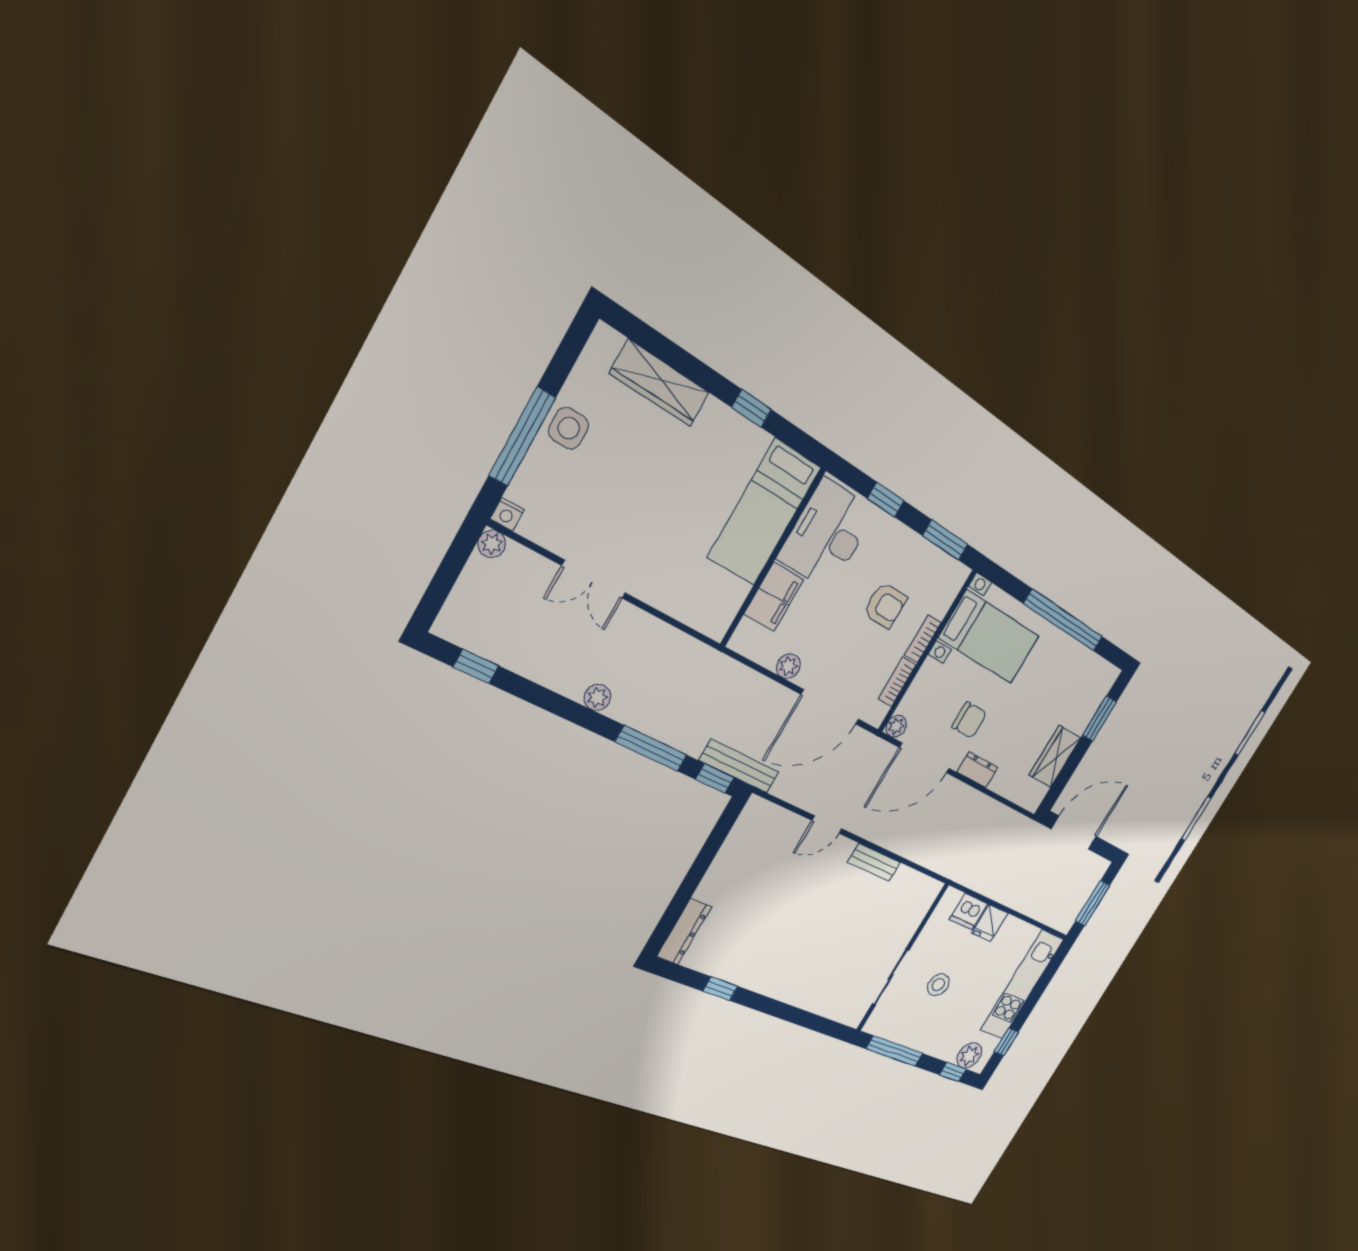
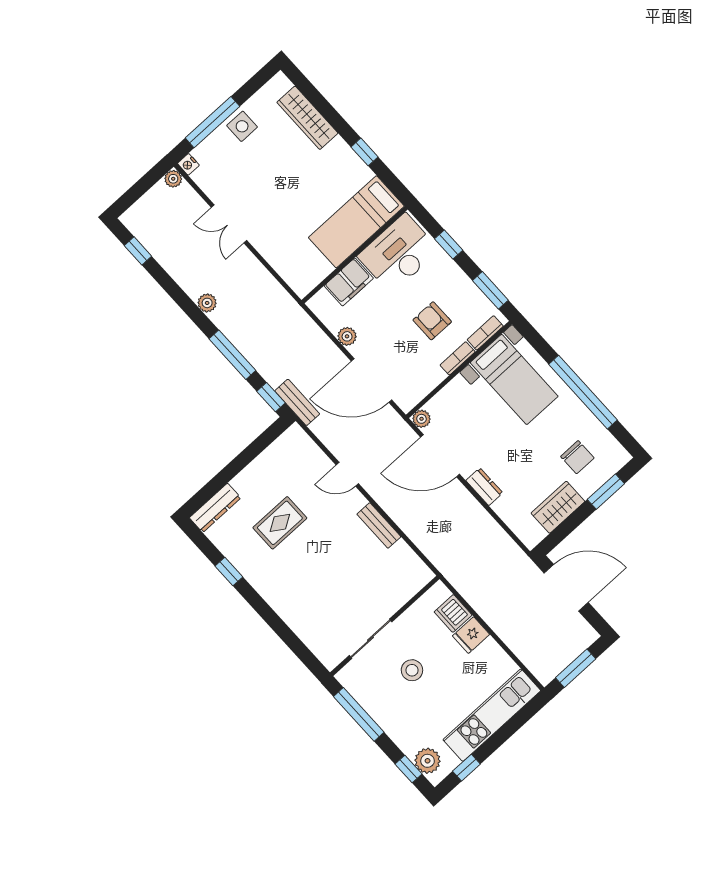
armchair: (885, 605) -> (432, 321), turned 180
bookcase: (897, 682) -> (485, 333), moved
chair: (969, 720) -> (577, 457), moved
bench: (739, 766) -> (297, 402), width x0.73
rug: (764, 912) -> (280, 523), added

